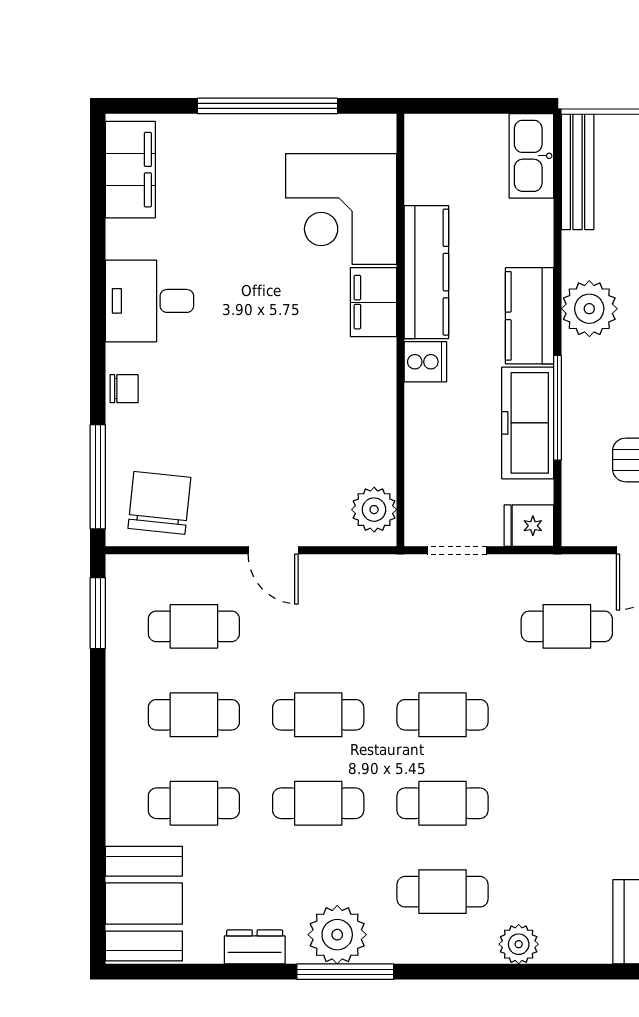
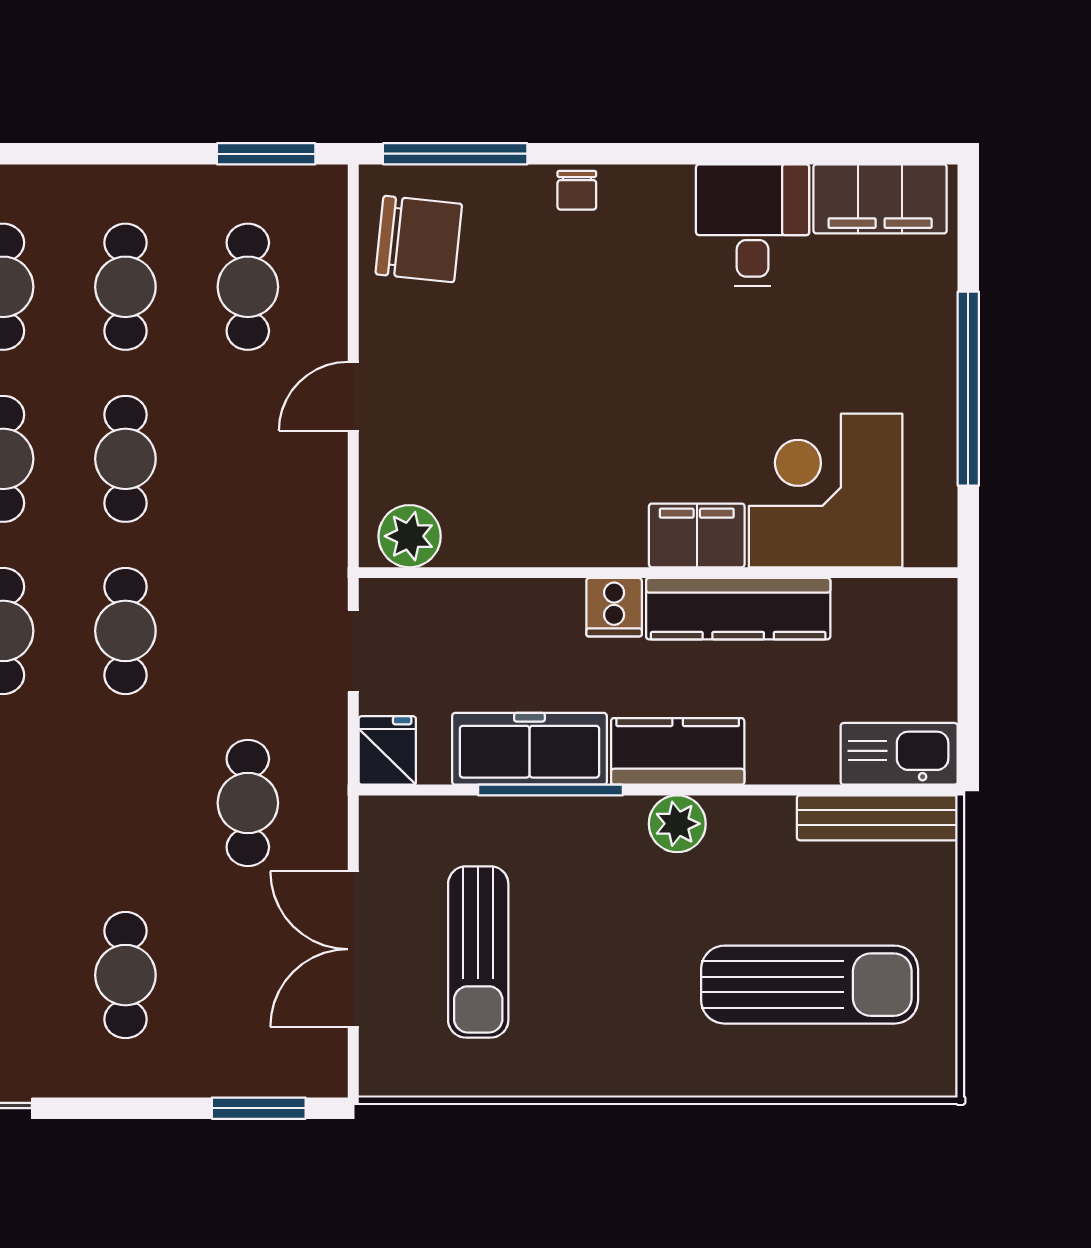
desk: (150, 301) -> (753, 225), moved
plant: (589, 309) -> (677, 824), width x0.73, depth x0.73

